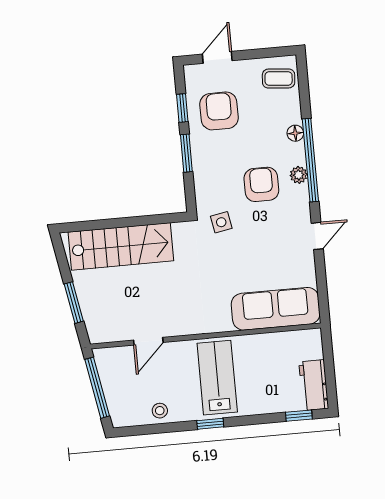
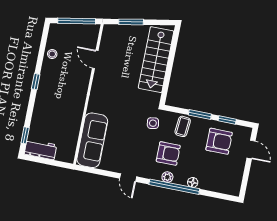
coffee table: (279, 79) -> (183, 126), moved
lab bench: (217, 378) -> (62, 94), removed

